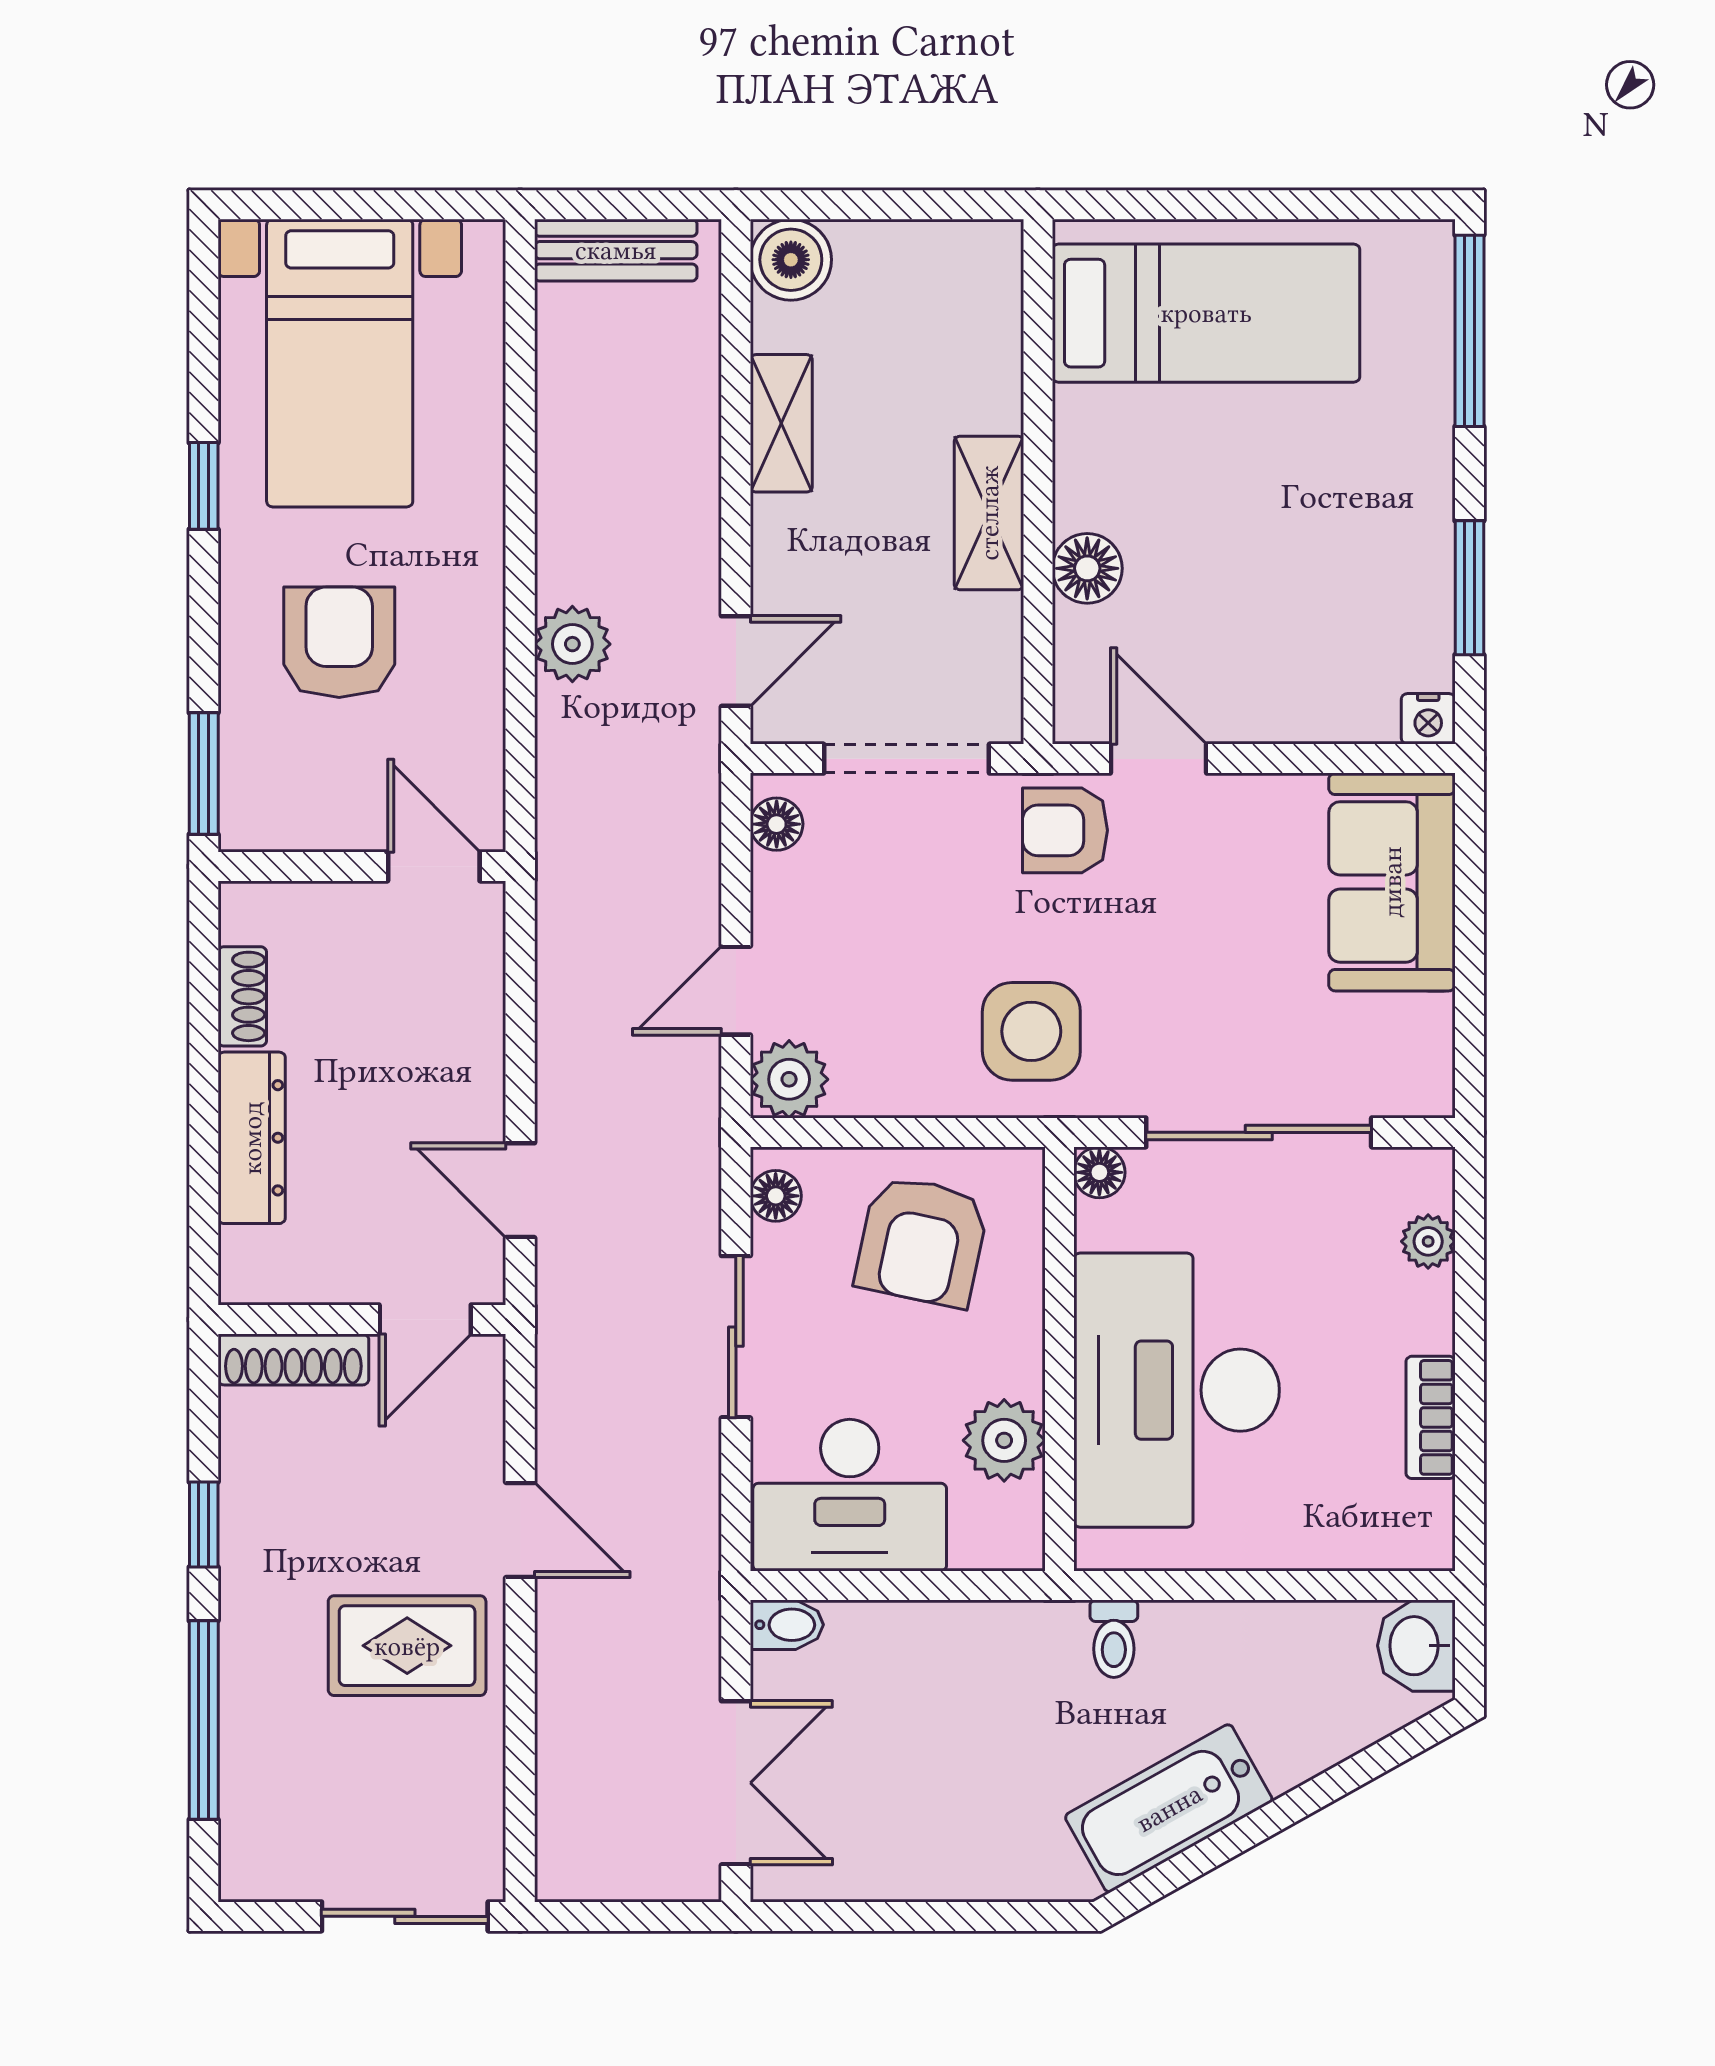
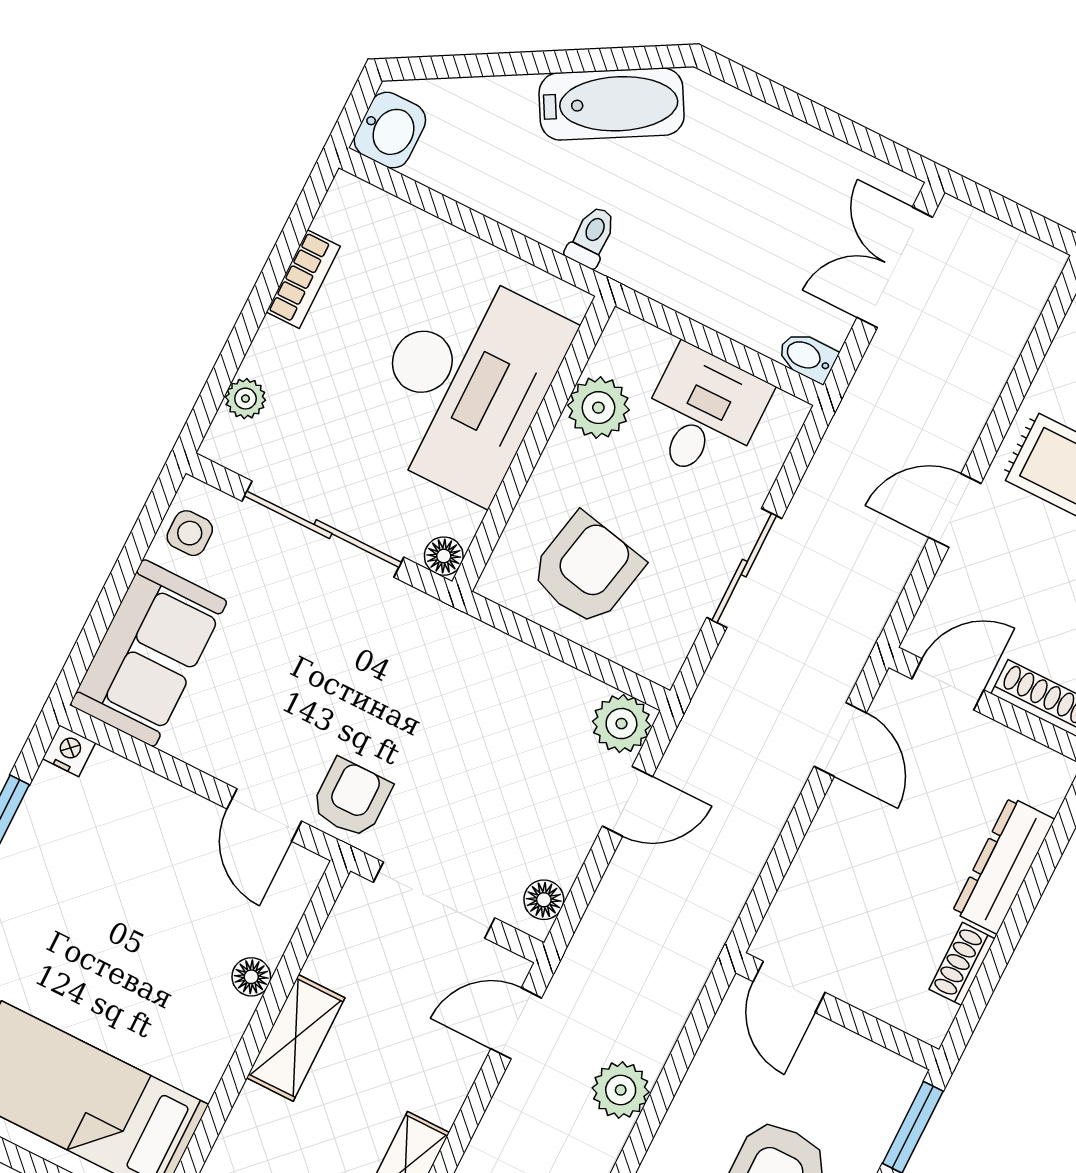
floor lamp: (1087, 568) -> (251, 977), width x0.73, depth x0.73
armchair: (1065, 830) -> (352, 798), turned -90
side table: (1031, 1031) -> (190, 533), moved, width x0.54, depth x0.54
floor lamp: (776, 1196) -> (670, 649), removed
desk: (850, 1495) -> (703, 414), width x0.73
door: (520, 1530) -> (955, 510), hinge flipped

